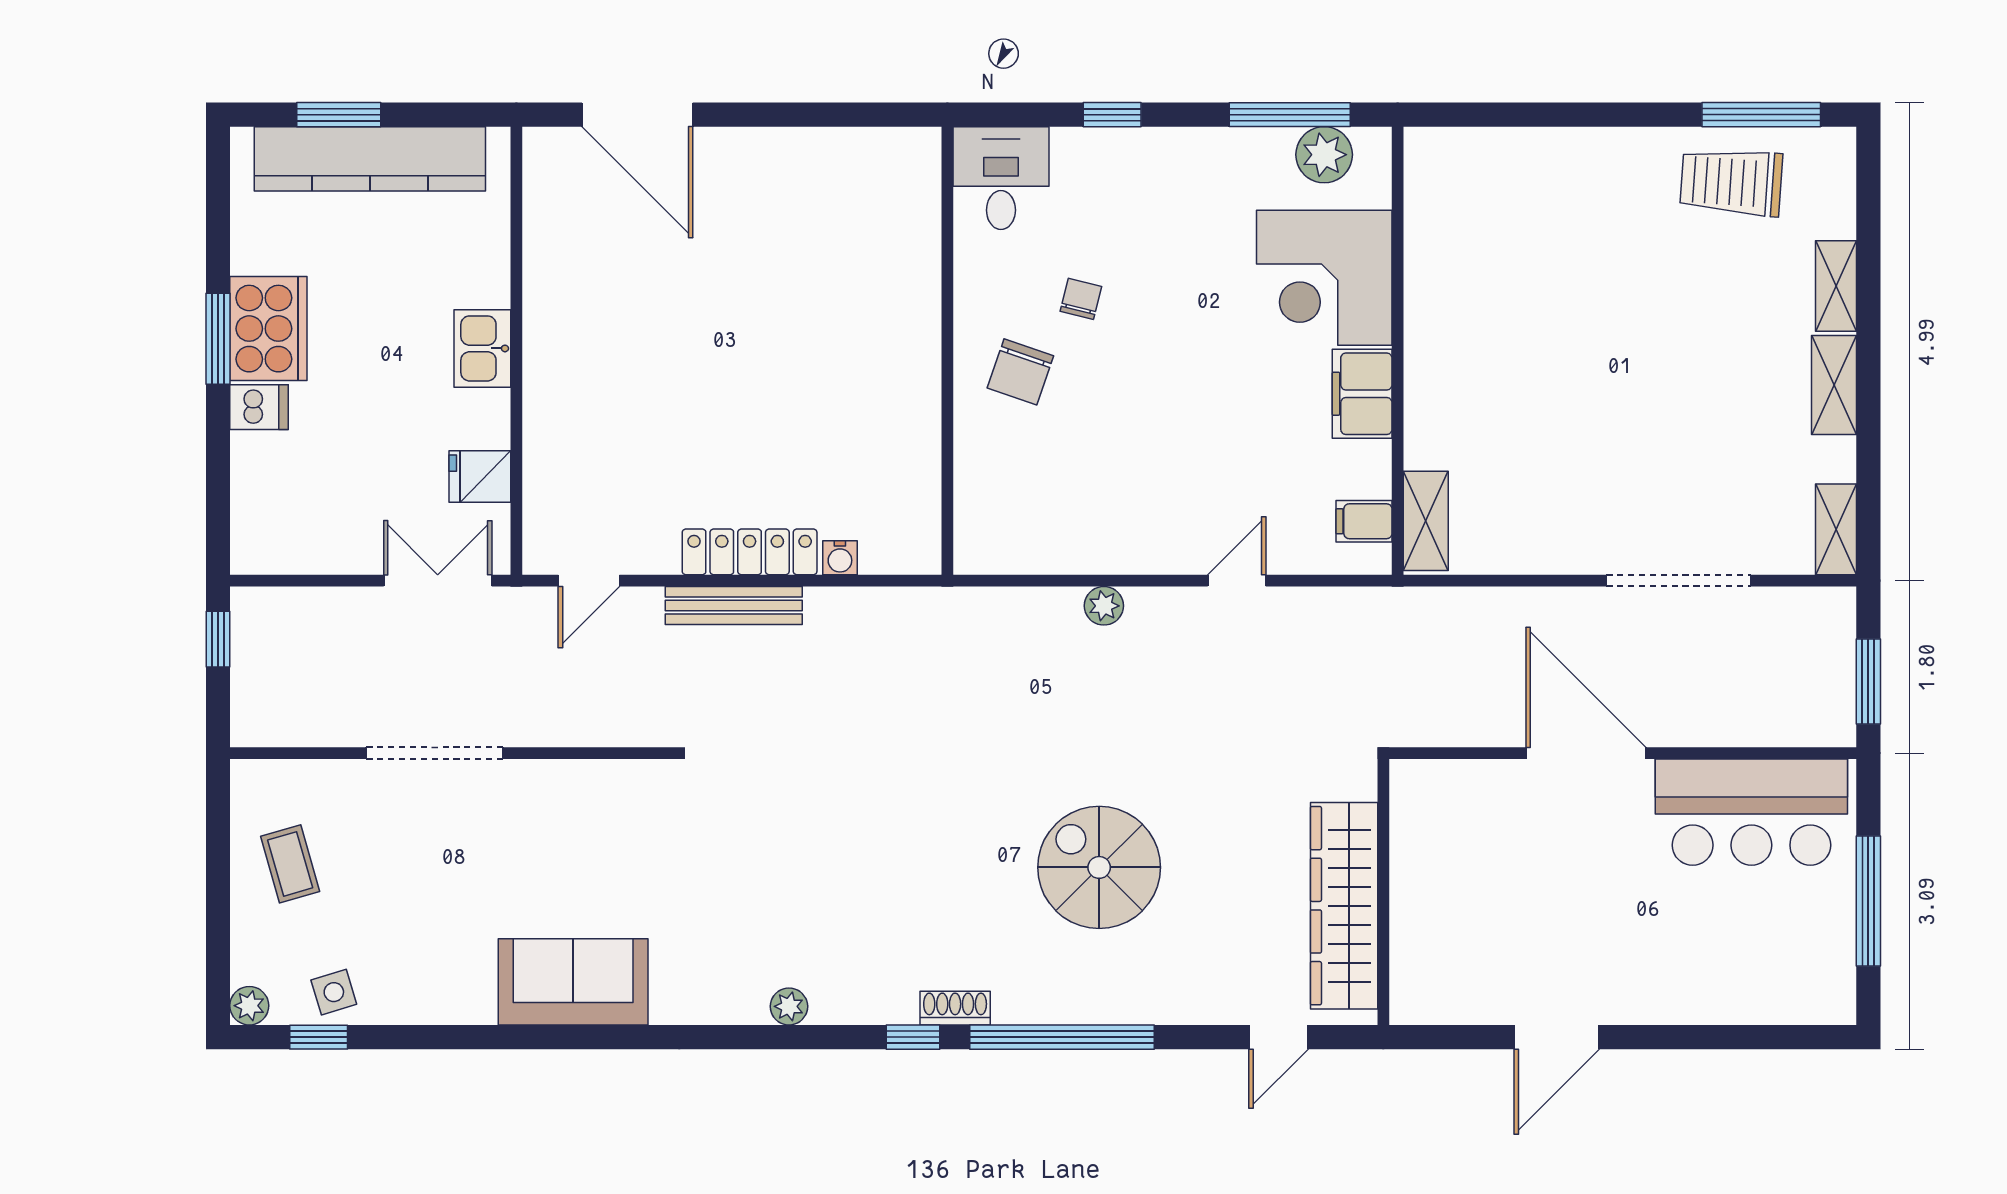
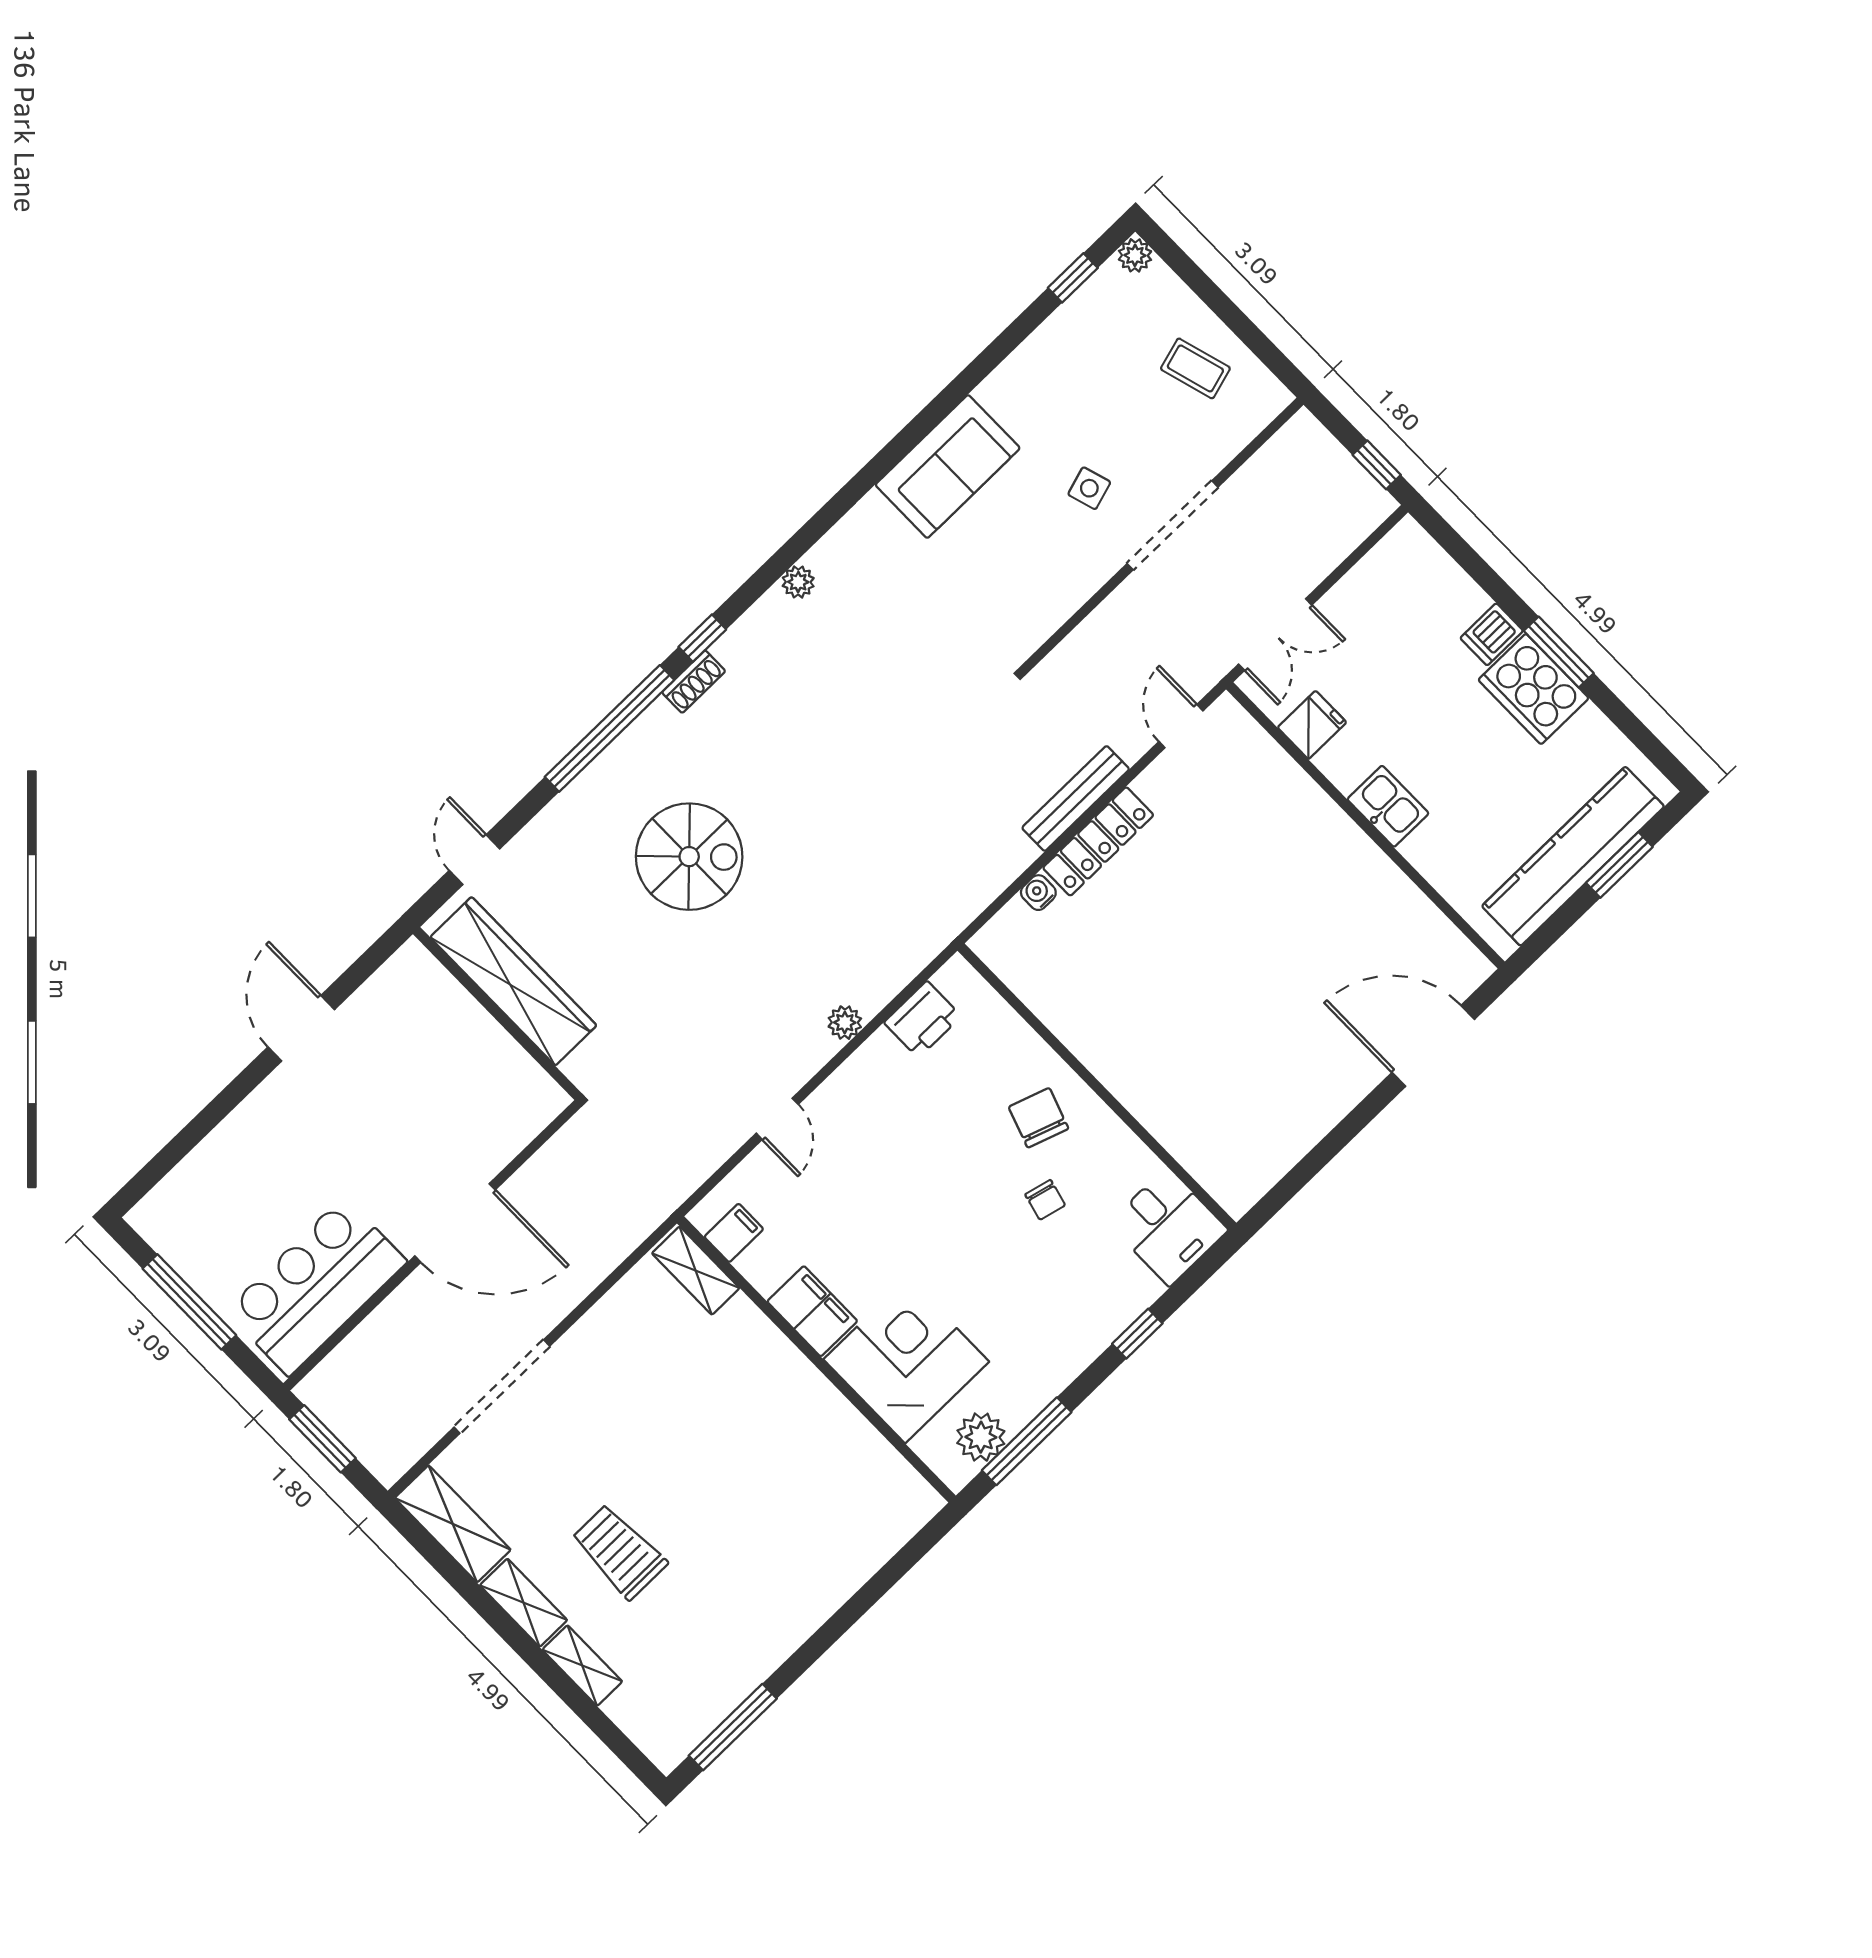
trolley: (1731, 182) -> (619, 1551), moved, turned -94
shelving: (1836, 529) -> (453, 1524), width x1.50, depth x1.33
printer: (1037, 546) -> (923, 1019), added
side table: (334, 992) -> (1089, 488), moved

